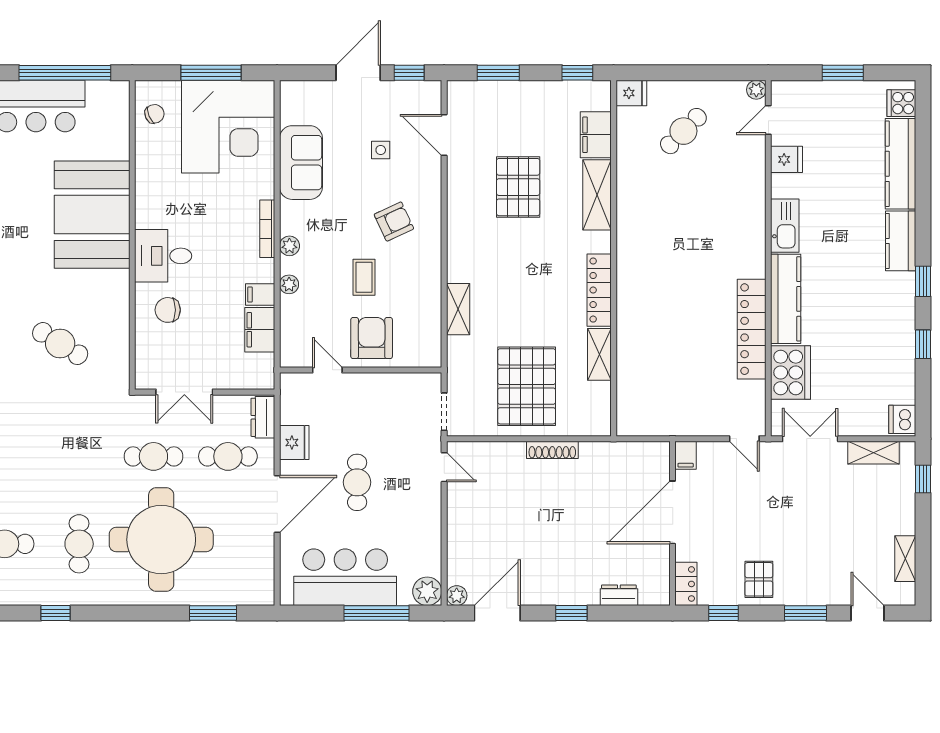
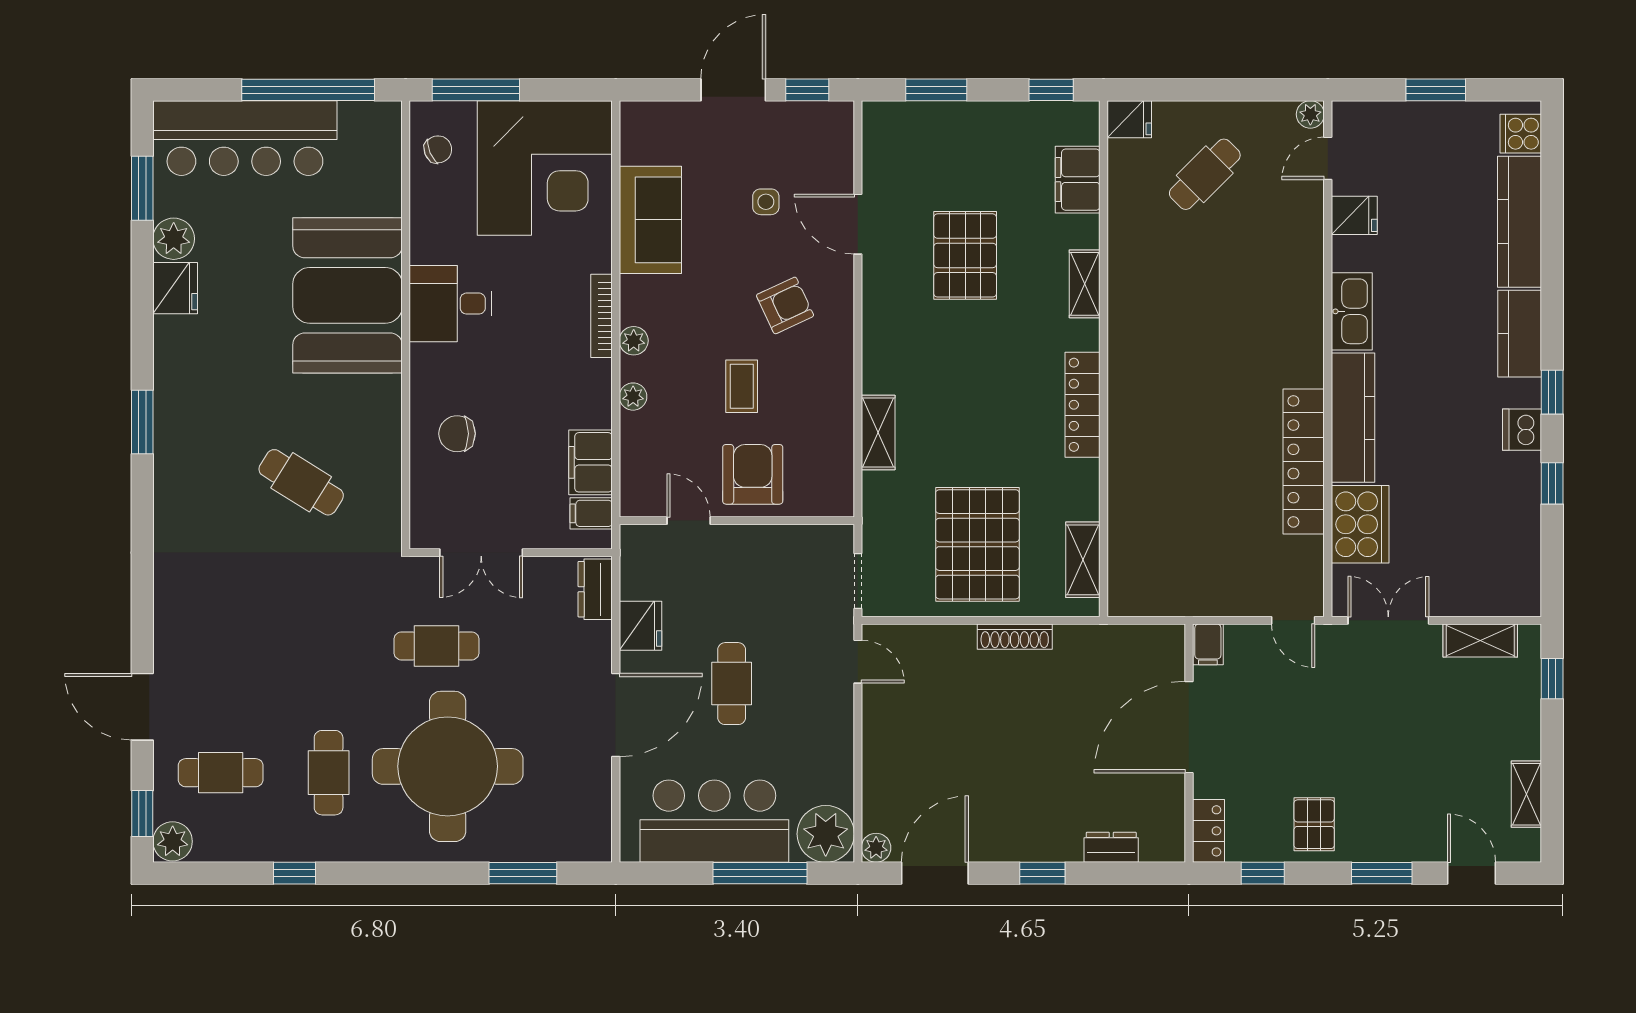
window: (211, 73) -> (476, 90), moved
door: (444, 135) -> (858, 224), moved
shelving: (597, 195) -> (1085, 284), width x0.67, depth x0.75
desk: (163, 256) -> (450, 304), moved
filing cabinet: (260, 295) -> (591, 513), moved
shelving: (599, 354) -> (1083, 560), moved
dishwasher: (902, 419) -> (1522, 430), moved
cafe table: (228, 456) -> (544, 646), removed
plant: (427, 591) -> (826, 834), width x1.36, depth x1.36

